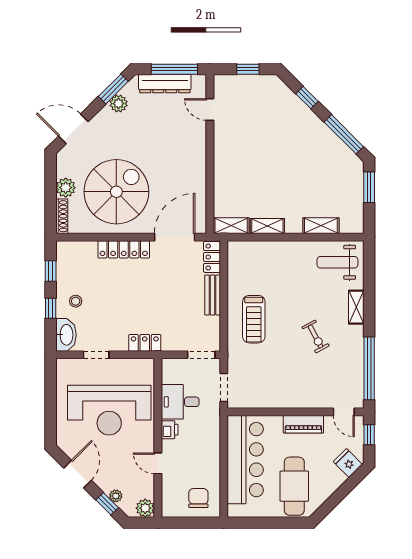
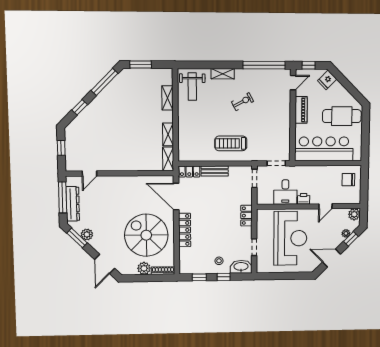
treadmill: (254, 319) -> (231, 143), turned 180

